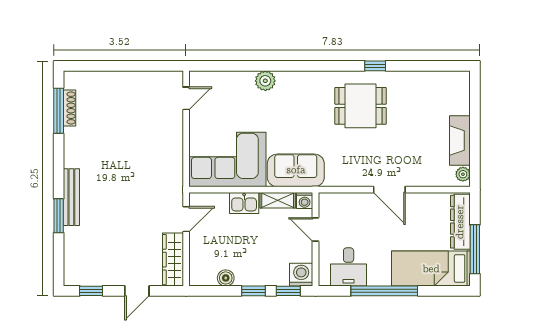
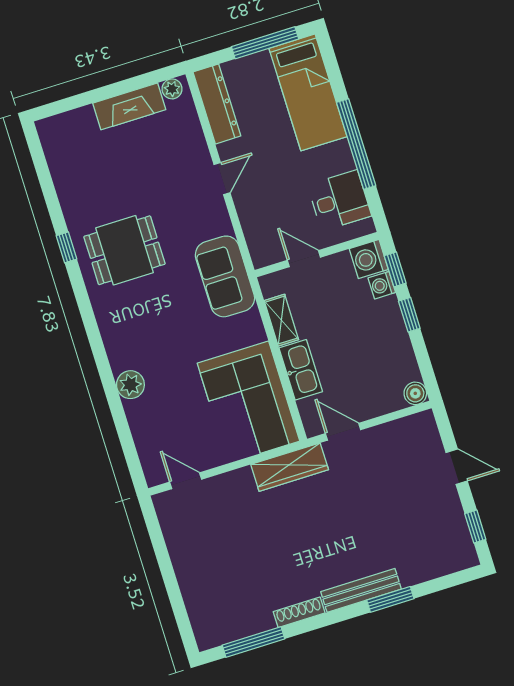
dining table: (361, 106) -> (124, 250), turned 90
shoe rack: (69, 108) -> (299, 612), moved
sofa: (296, 170) -> (225, 276), moved
door: (389, 190) -> (222, 179), width x0.73
washing machine: (305, 201) -> (382, 285), moved, turned 180
kitchen sink: (244, 203) -> (301, 370), width x1.38
dresser: (460, 222) -> (217, 104), moved, turned -90
door: (316, 229) -> (304, 259), swing flipped
wardrobe: (173, 260) -> (290, 467), moved
boiler: (226, 278) -> (415, 393), moved

